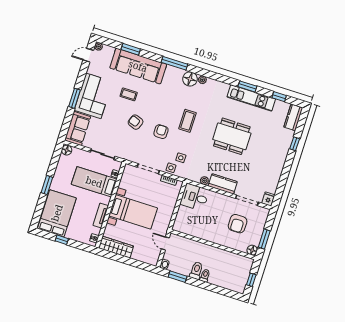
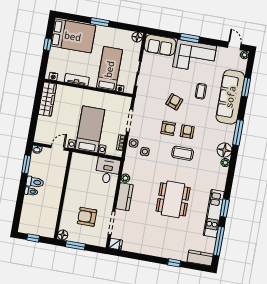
window: (279, 97) -> (219, 241), width x2.17
armchair: (167, 113) -> (187, 132), added
bed with nightstands: (133, 212) -> (90, 129), moved, turned 180

